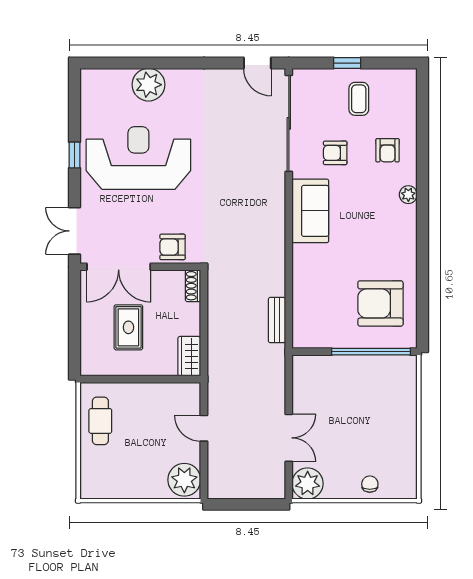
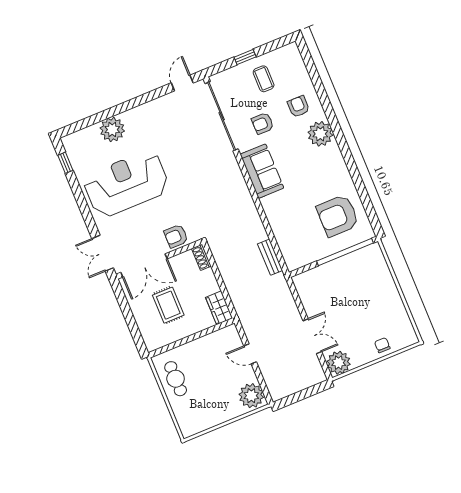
door: (257, 63) -> (182, 83), swing flipped
armchair: (388, 150) -> (298, 106), turned 180
window: (74, 155) -> (65, 163), moved
plant: (408, 195) -> (320, 134), width x1.88, depth x1.88

